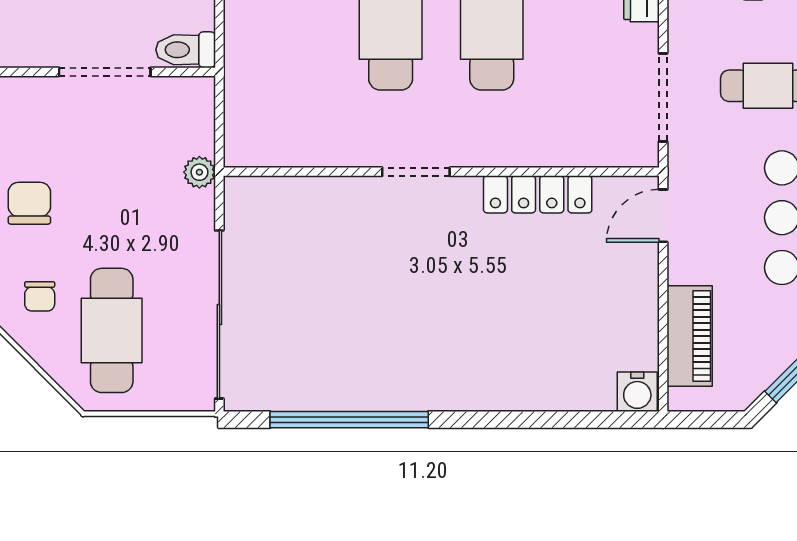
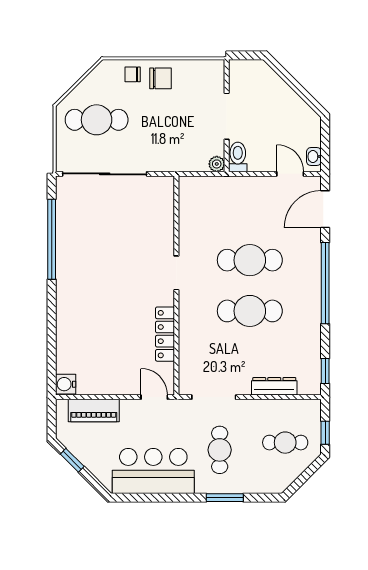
plant: (199, 172) -> (217, 164), moved
chair: (40, 296) -> (133, 74), moved

